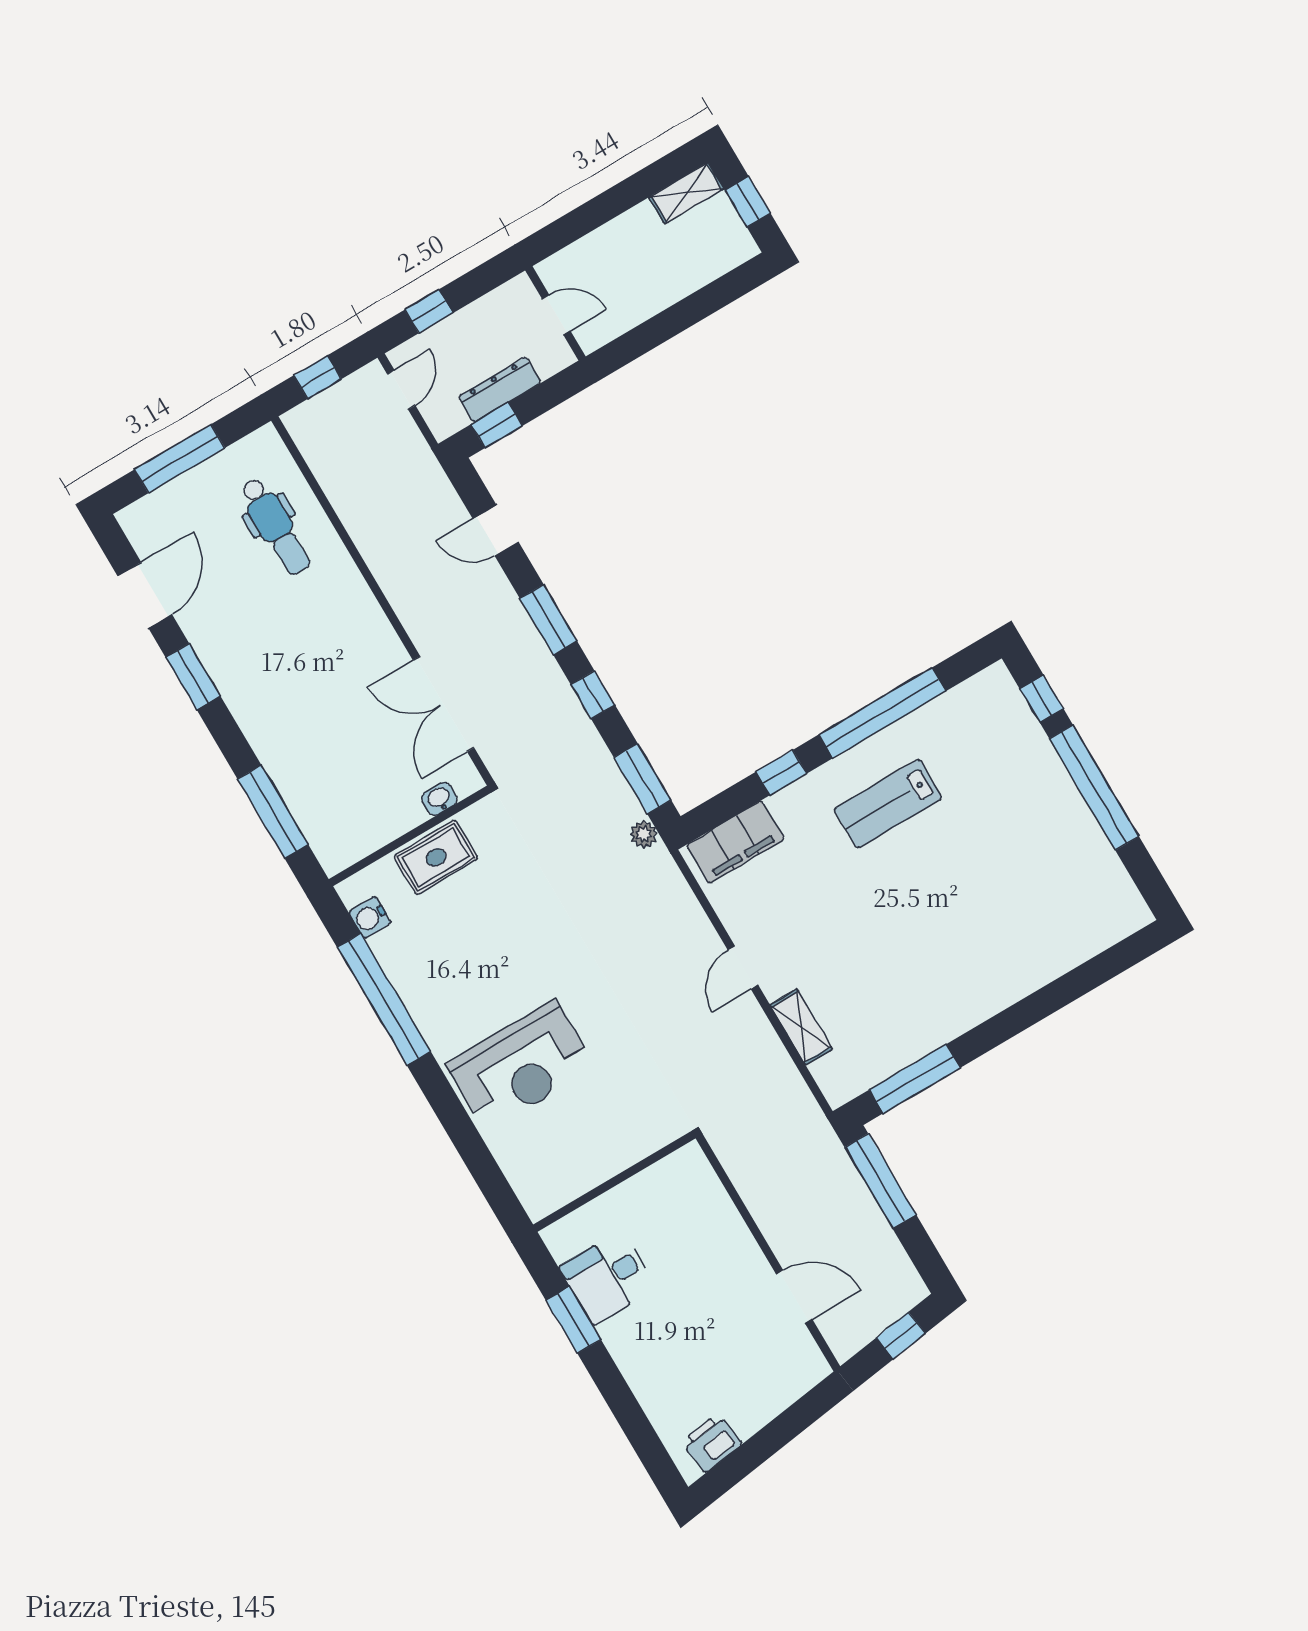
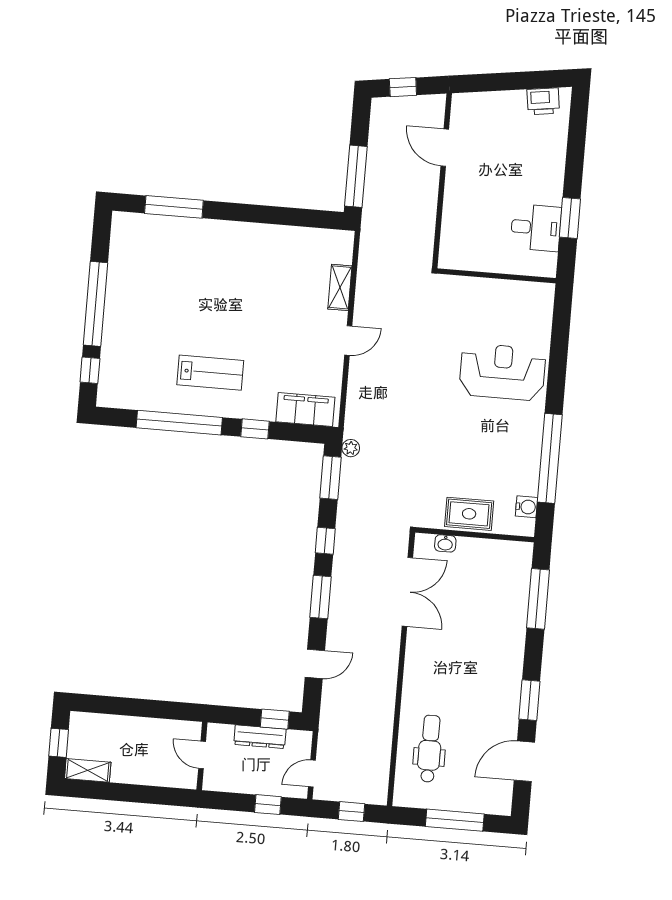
door: (496, 530) -> (315, 664), hinge flipped
window: (915, 1079) -> (174, 207), moved

